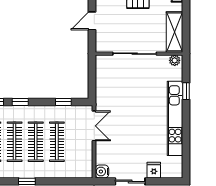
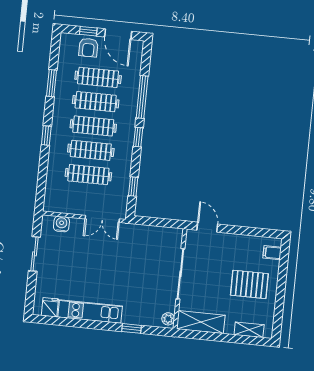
door: (92, 21) -> (207, 227), moved
kitchen unit: (175, 118) -> (90, 312), width x0.73
fridge: (154, 170) -> (50, 307), moved, turned -90
water cooler: (102, 172) -> (61, 224), moved

